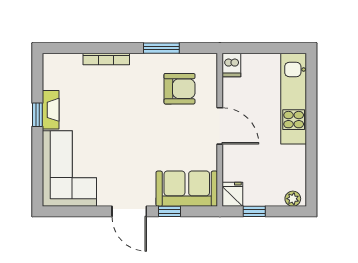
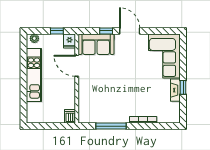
window: (161, 48) -> (111, 126), width x1.44
armchair: (179, 89) -> (100, 102), removed
kitchen unit: (294, 99) -> (34, 75), moved
door: (220, 126) -> (77, 66), moved

